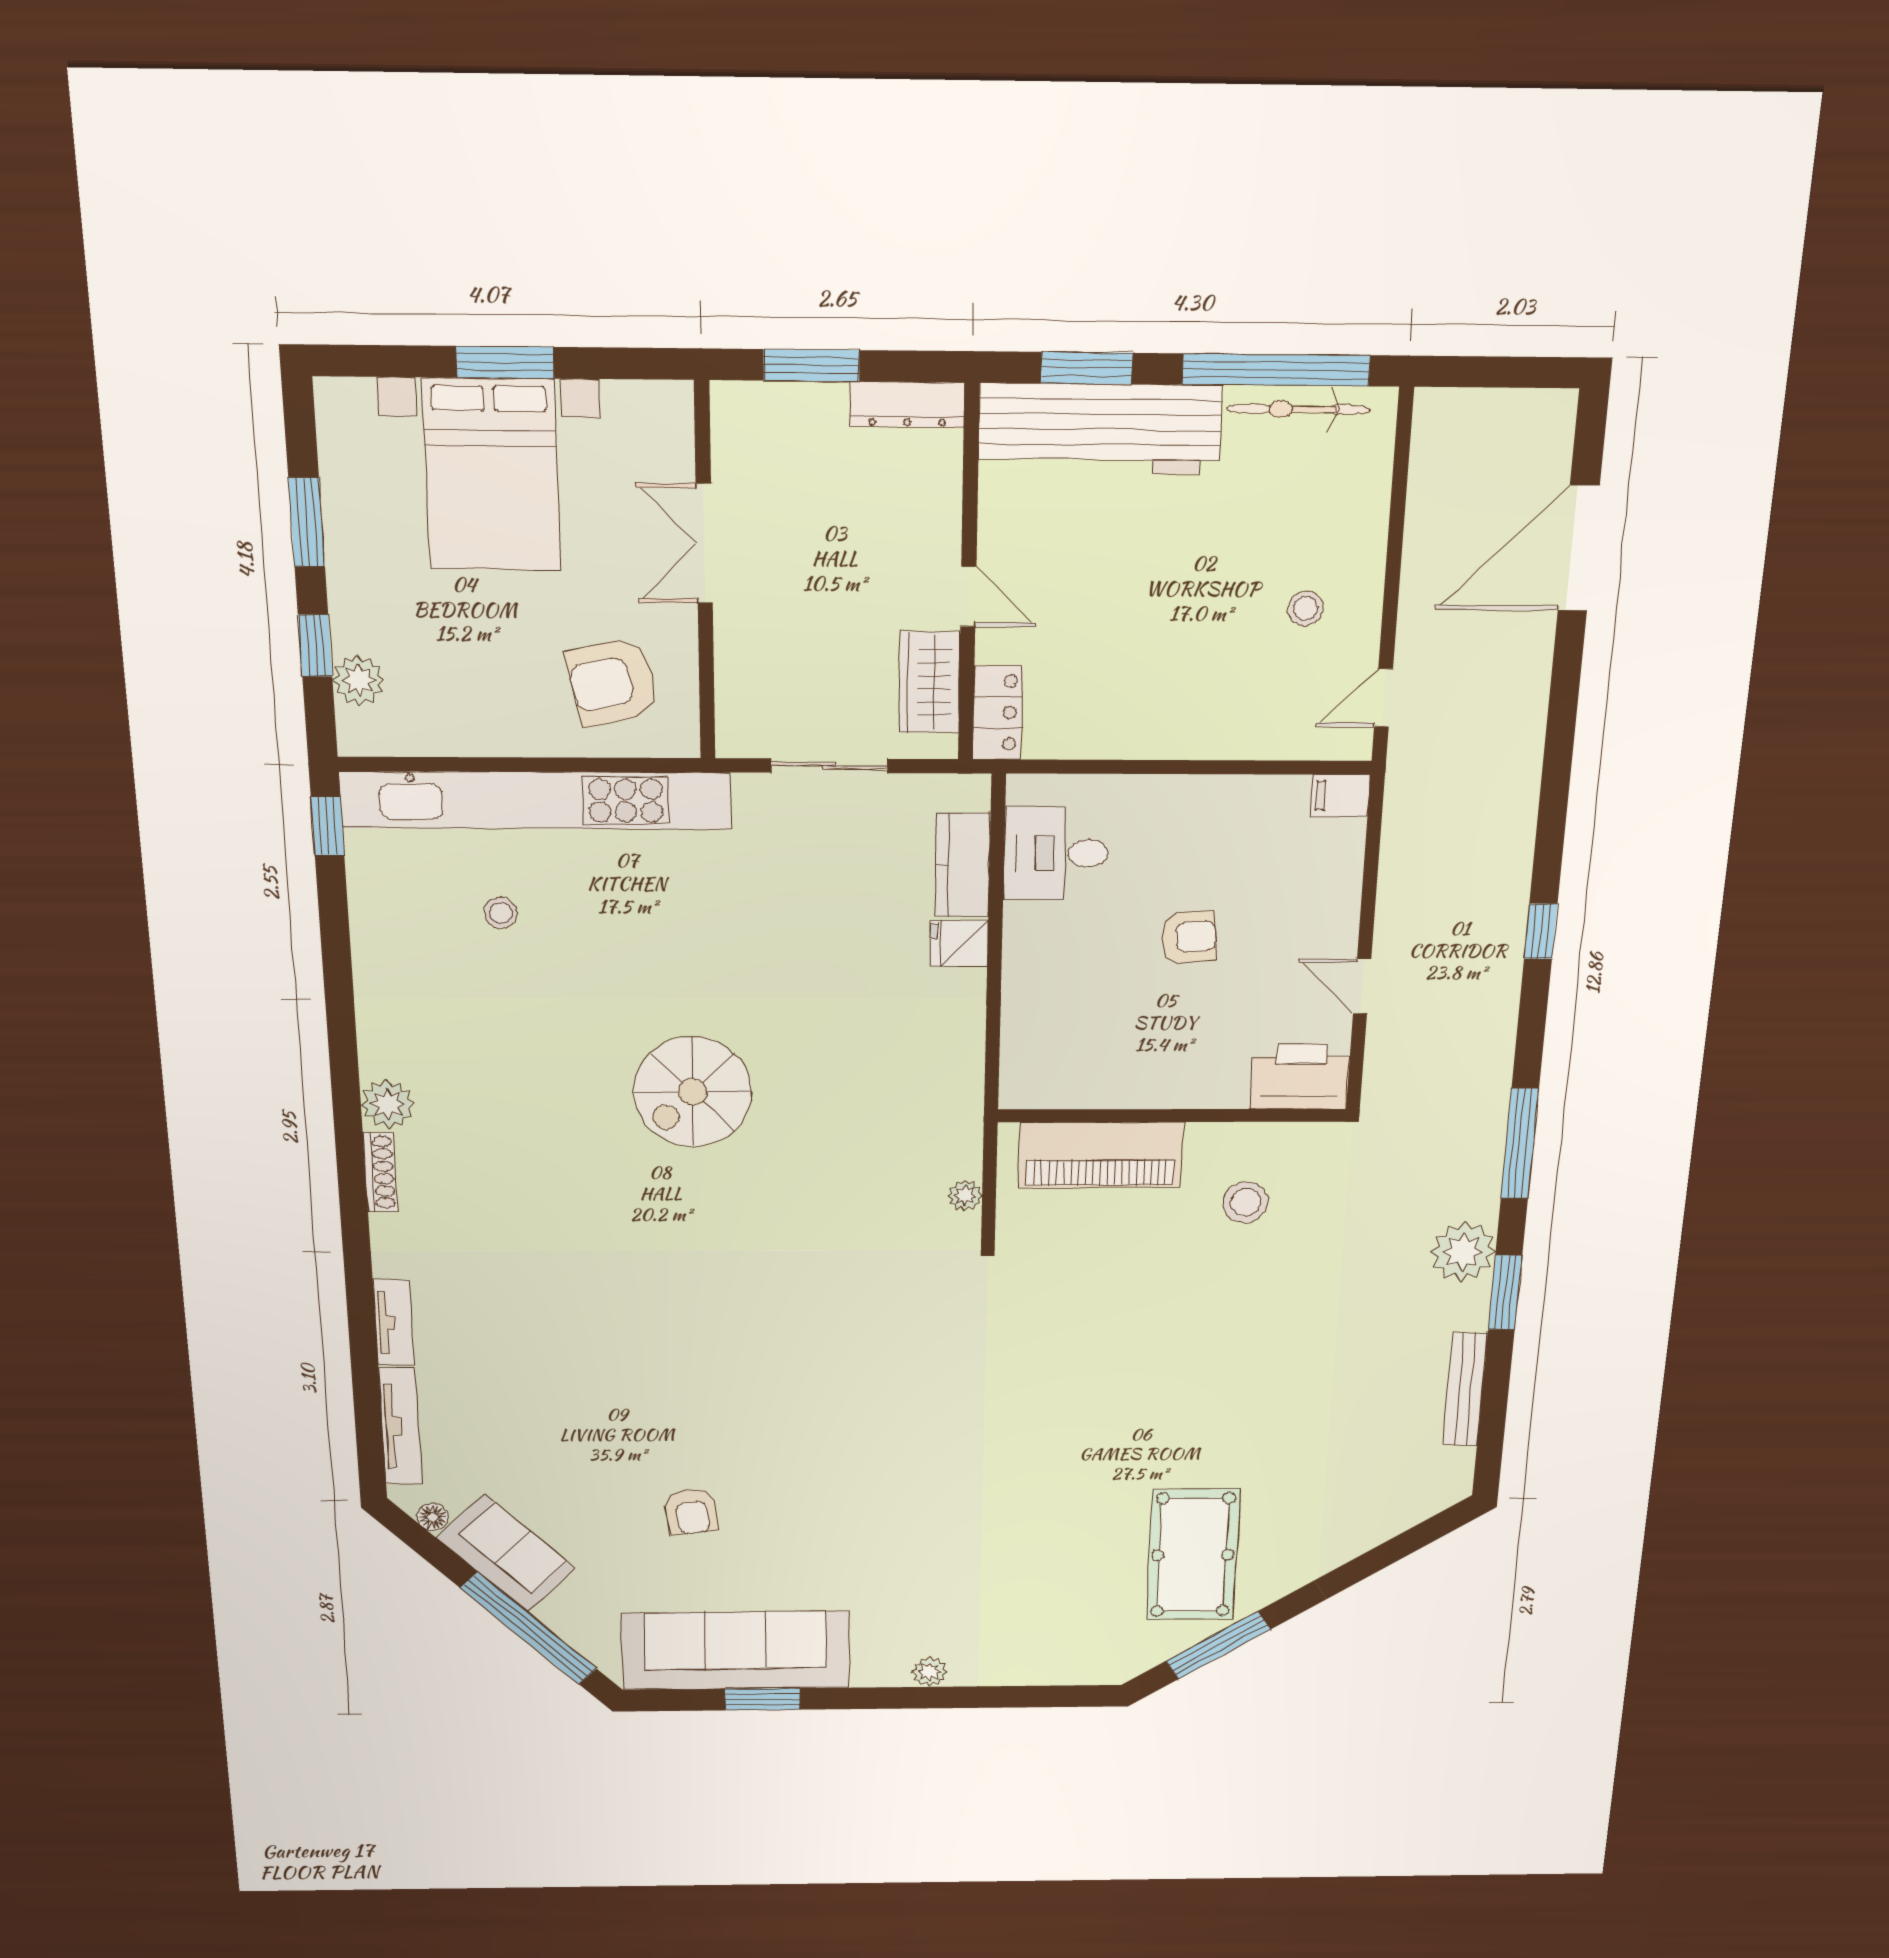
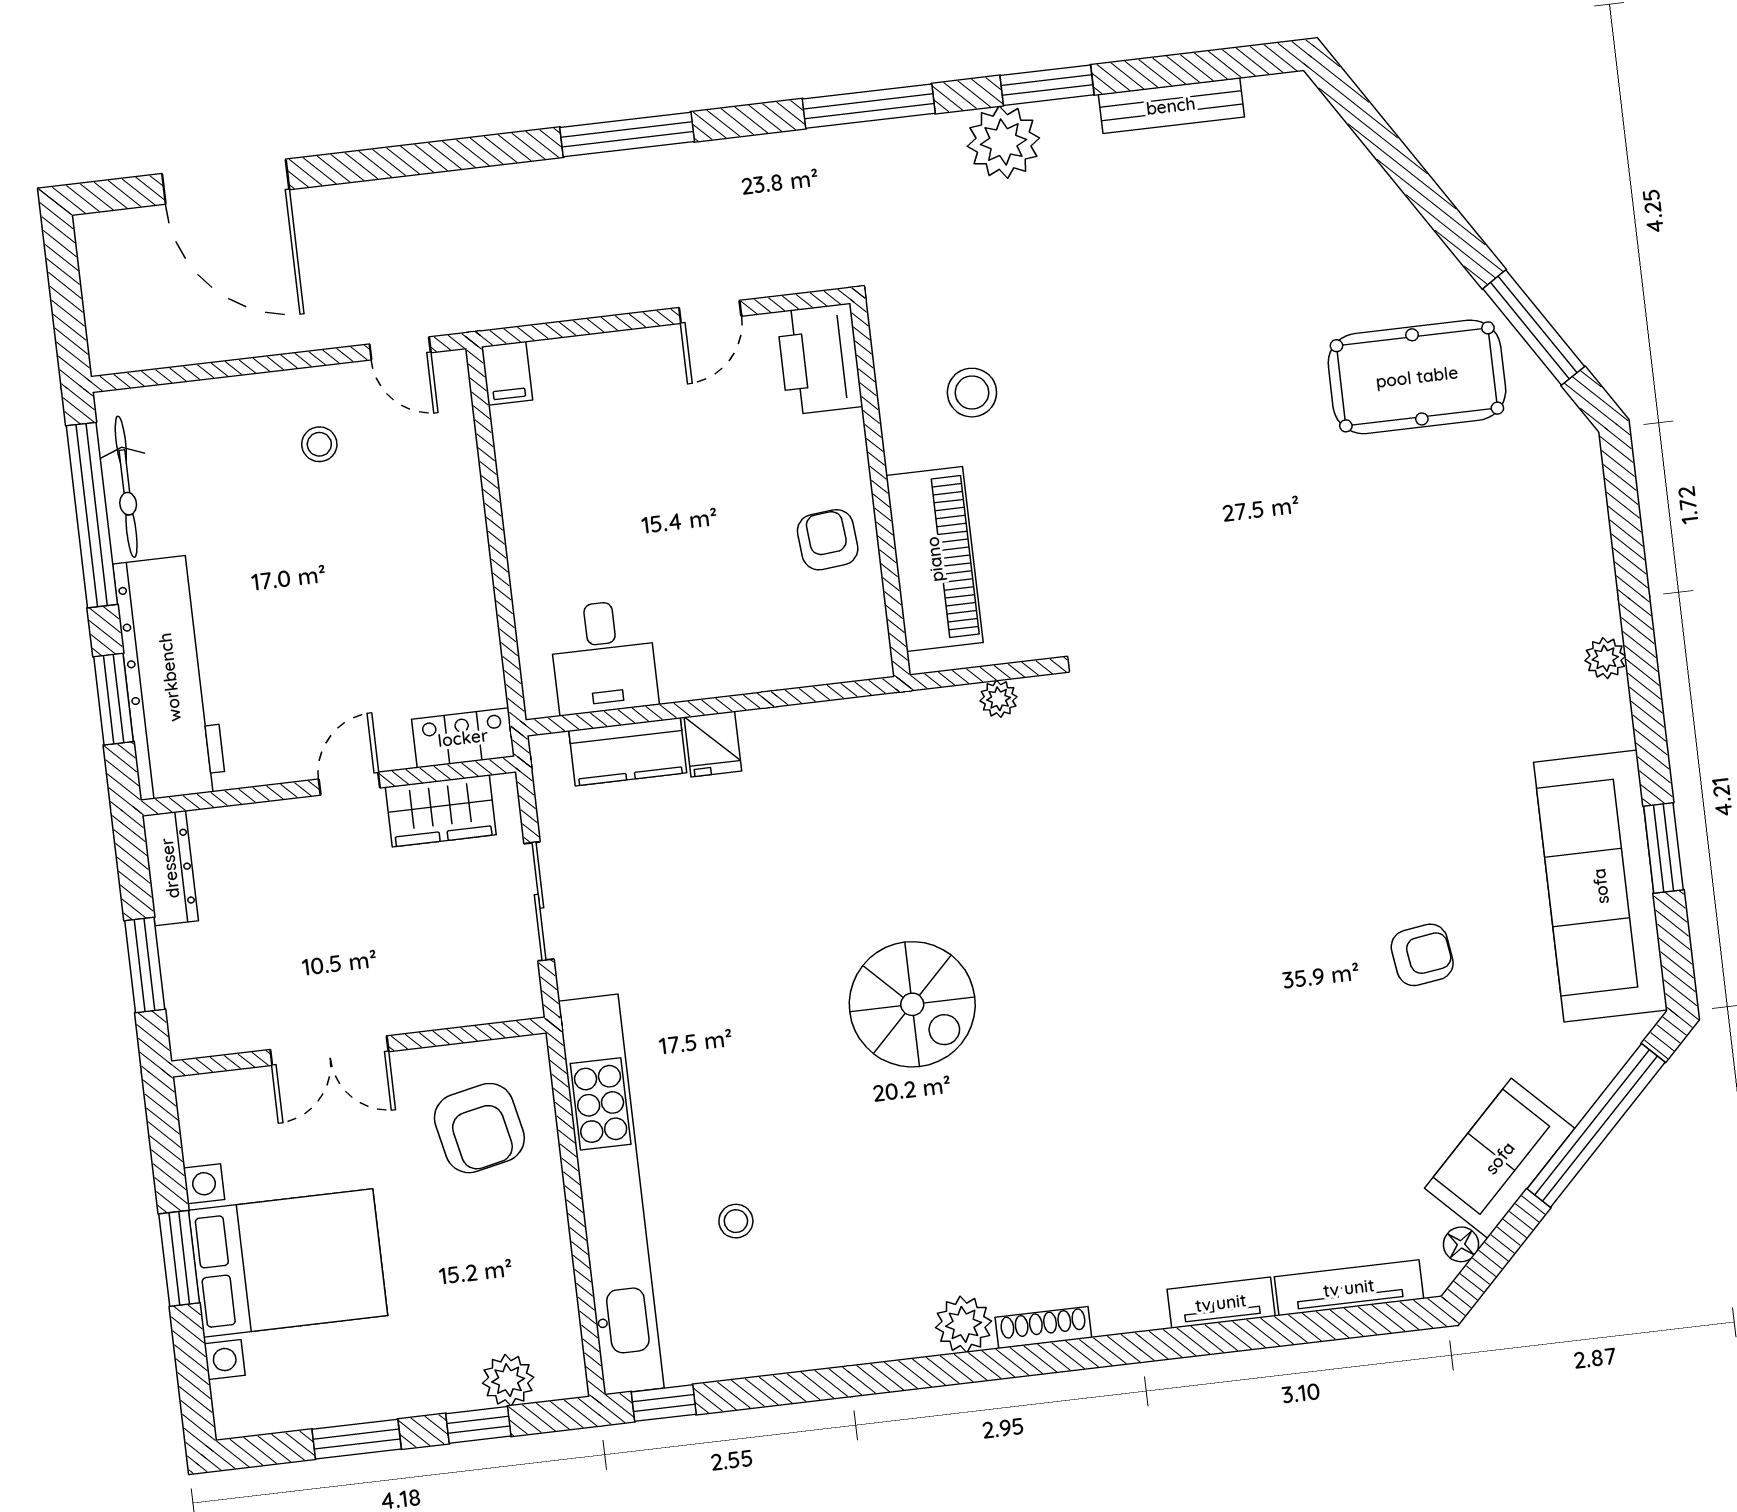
window: (1541, 931) -> (627, 134), width x2.17
armchair: (1189, 937) -> (828, 540), moved

